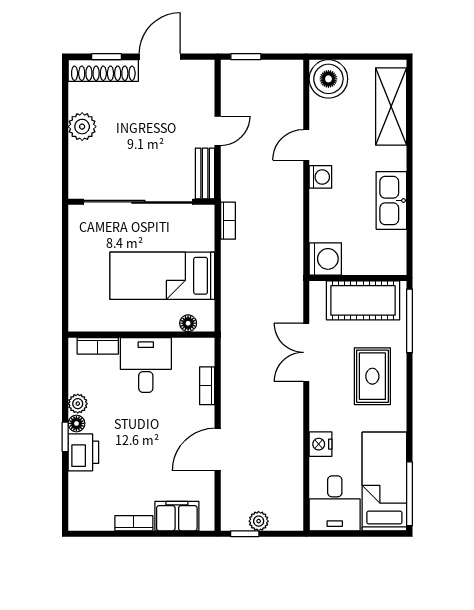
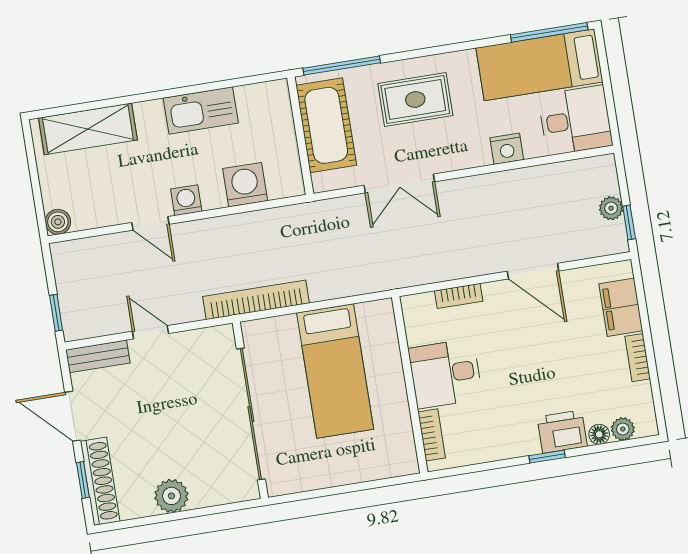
boiler: (328, 79) -> (58, 222), width x0.54, depth x0.54
bench: (205, 173) -> (98, 356), moved
bookcase: (228, 221) -> (256, 300), width x2.31, depth x1.31
washing machine: (325, 259) -> (245, 185), moved
floor lamp: (188, 323) -> (387, 331), removed
plant: (78, 404) -> (623, 429), moved
floor lamp: (76, 423) -> (599, 434), moved

